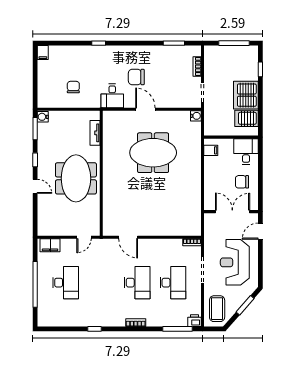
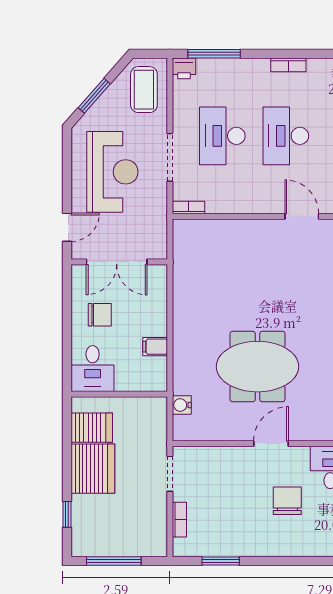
chair: (136, 77) -> (287, 501), turned -90
door: (145, 109) -> (271, 444), swing flipped
water cooler: (196, 116) -> (182, 405), moved
filing cabinet: (211, 150) -> (155, 347), moved

